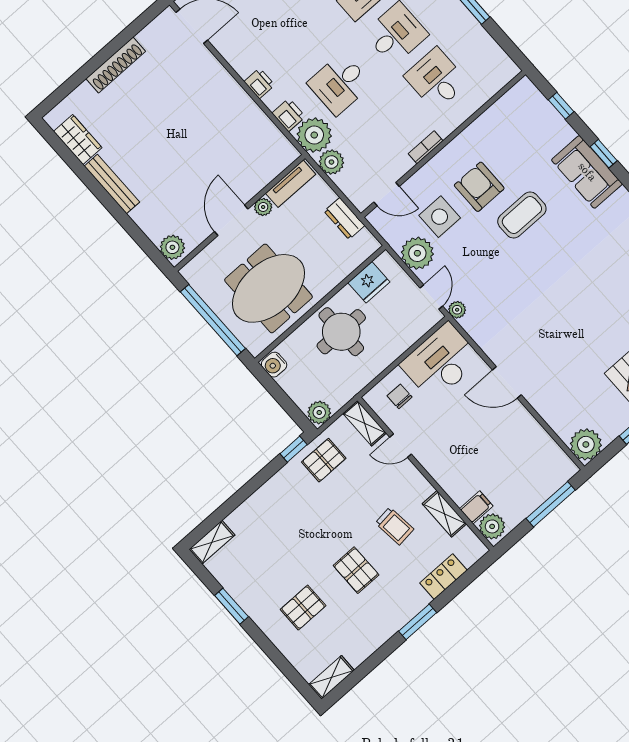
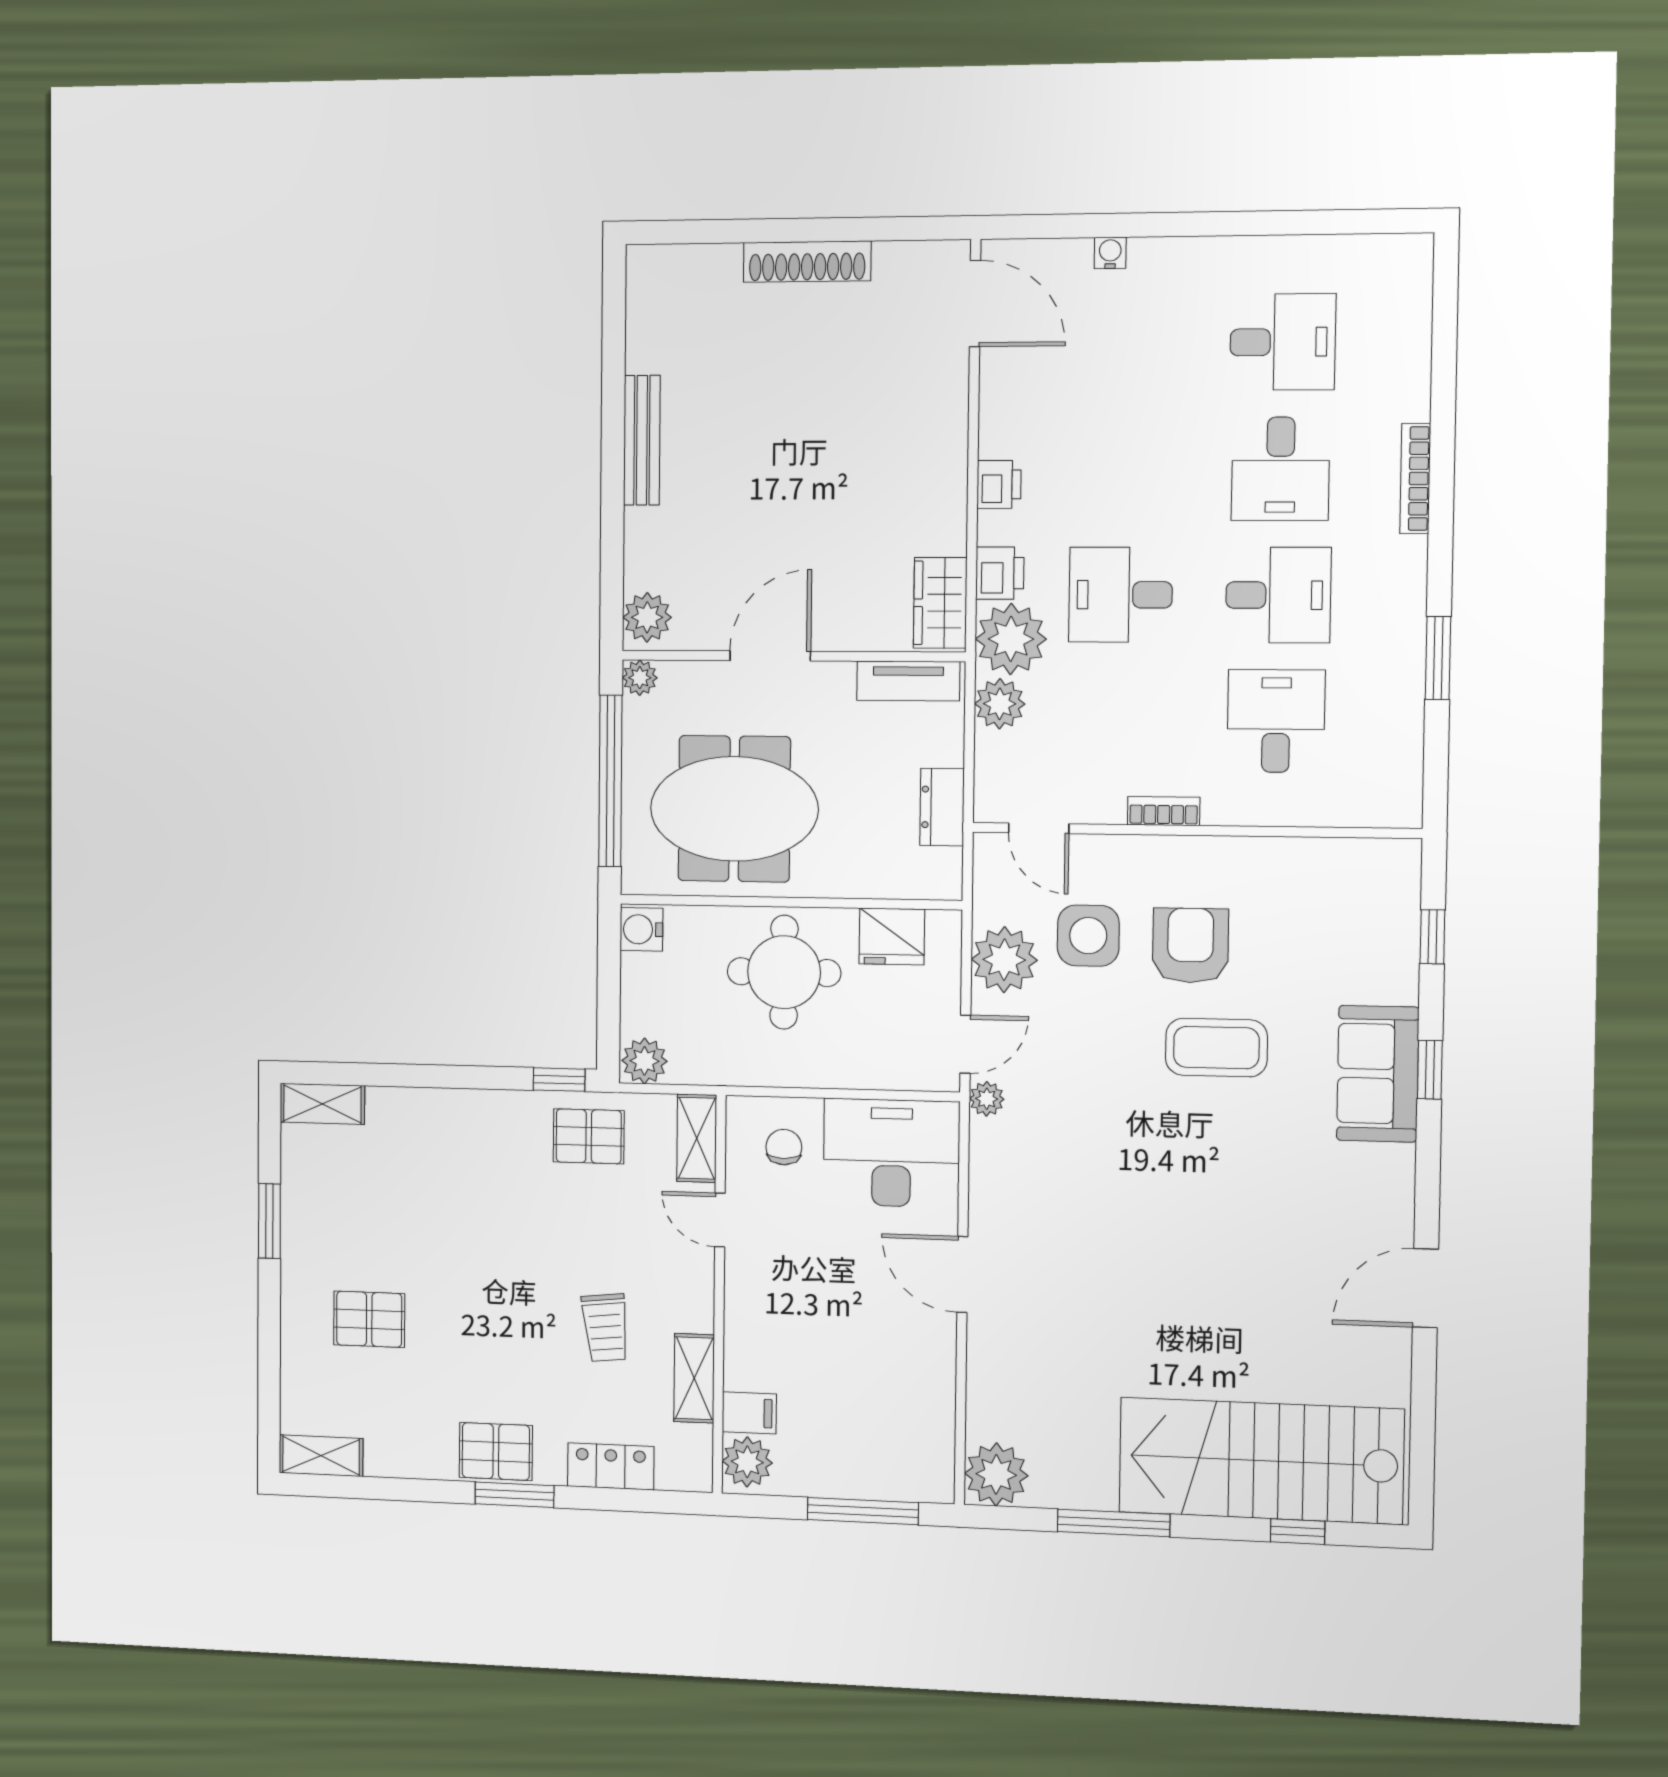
wardrobe: (78, 140) -> (940, 603), moved, turned 180
plant: (263, 207) -> (640, 678), moved
pallet: (356, 570) -> (496, 1451), moved, turned 90

